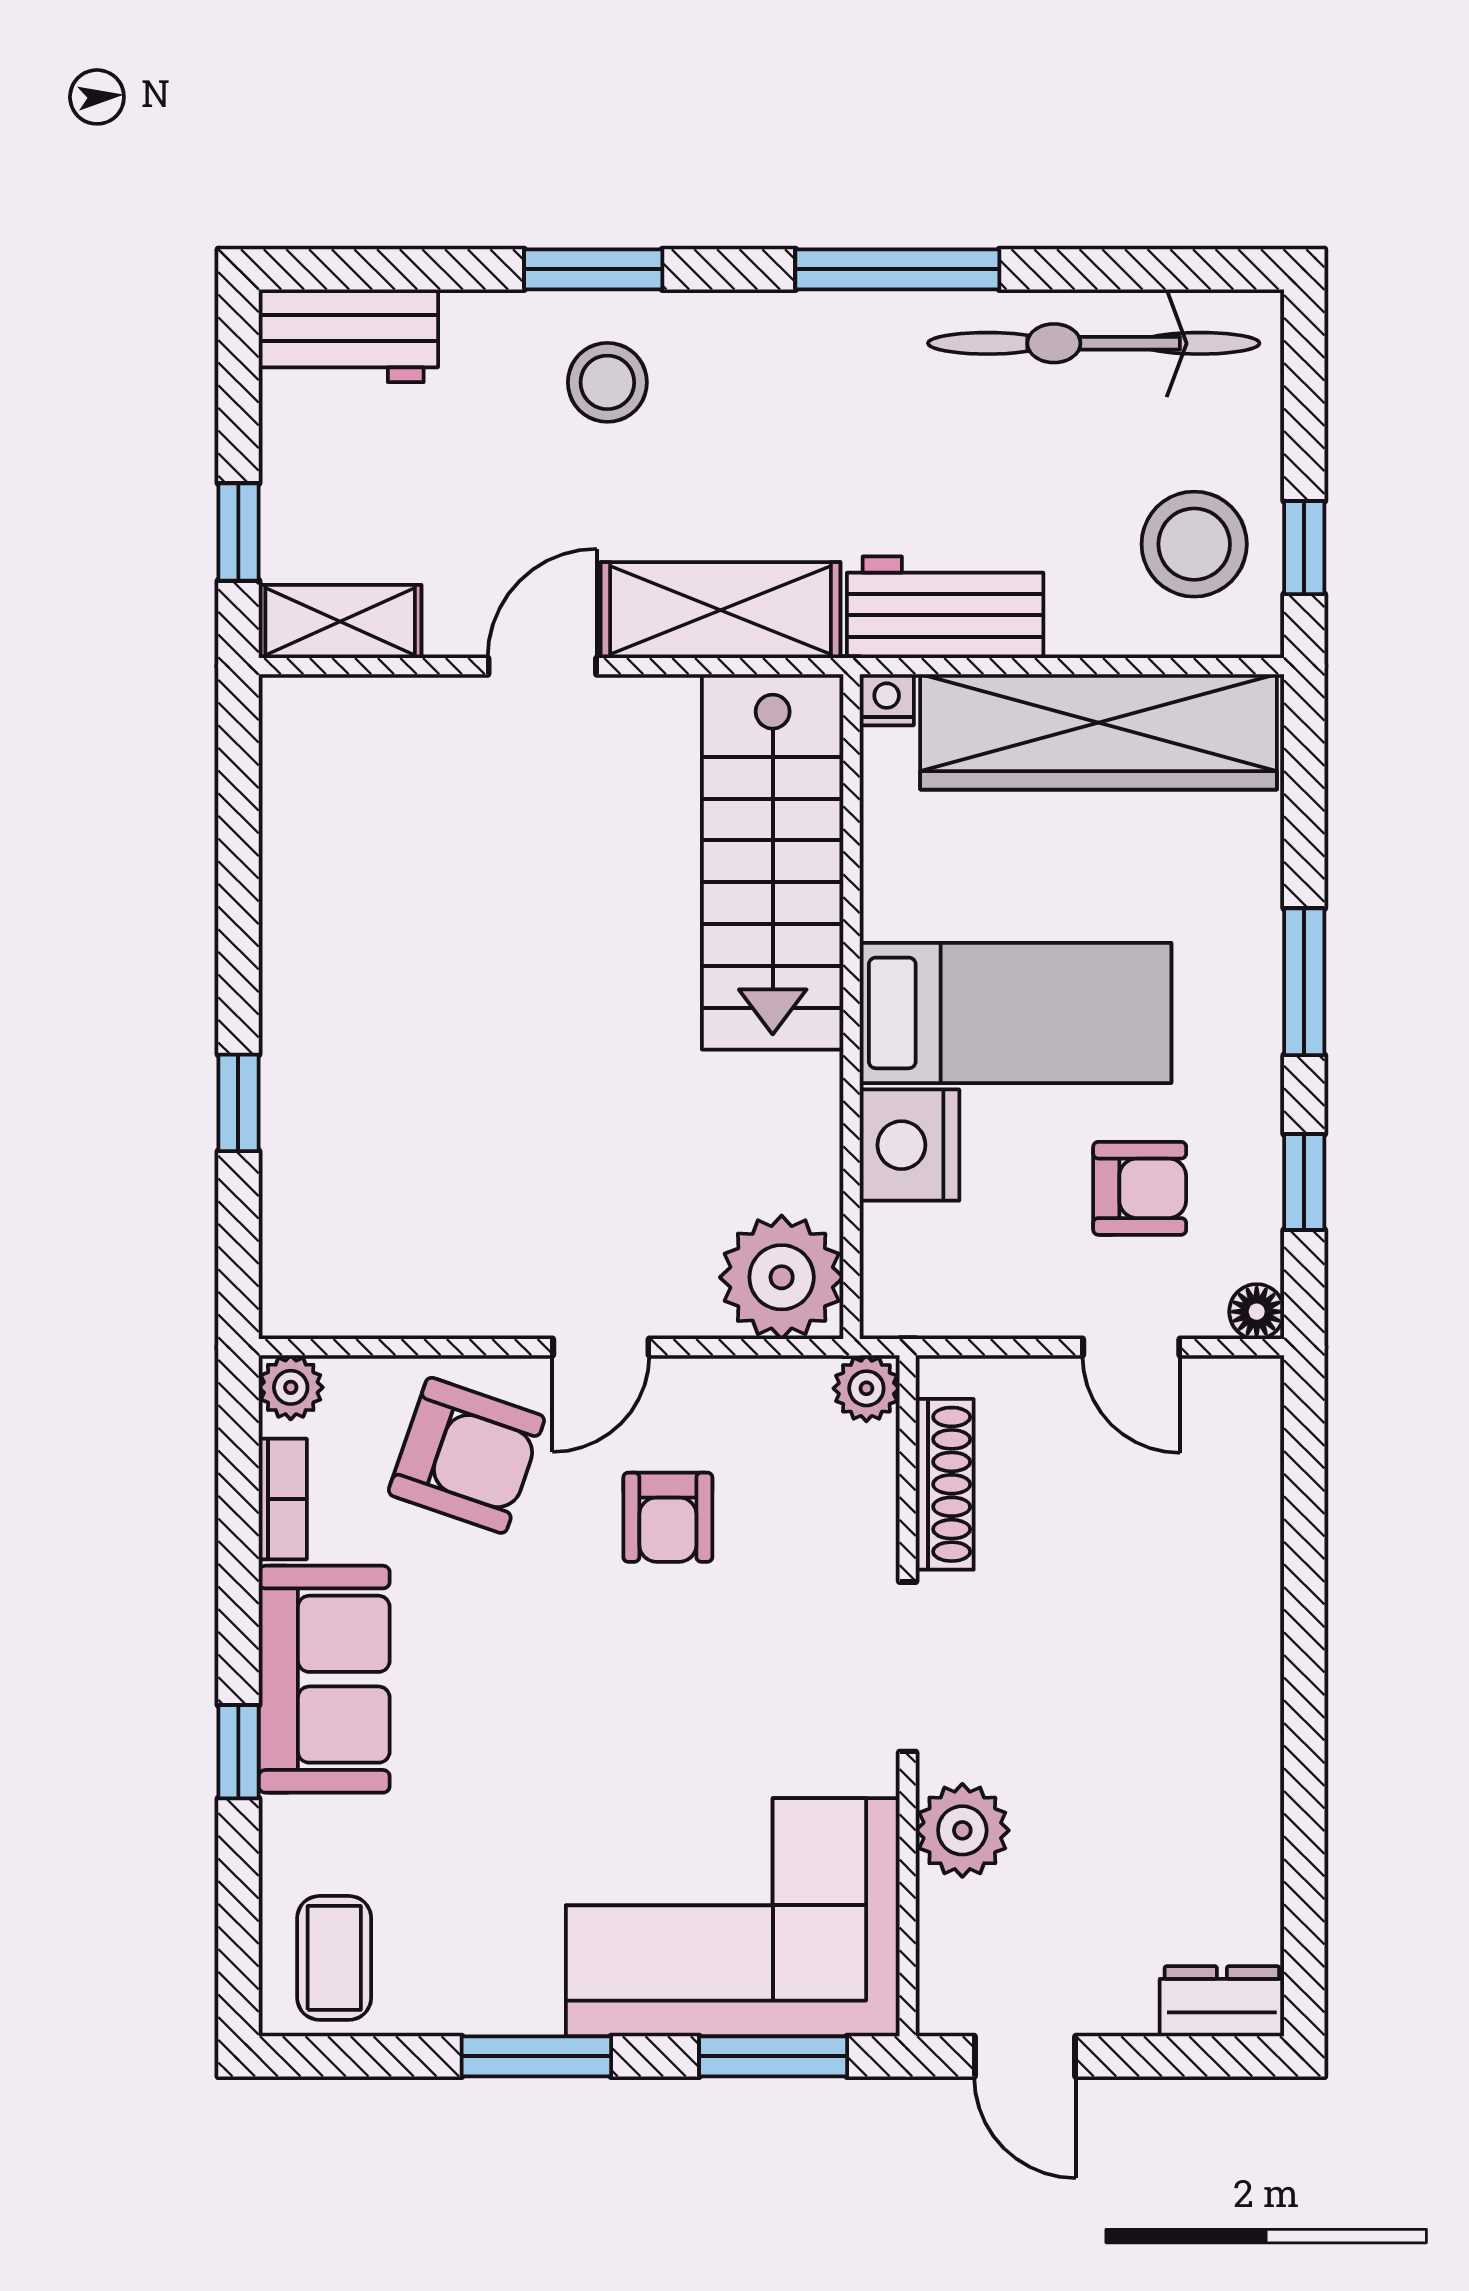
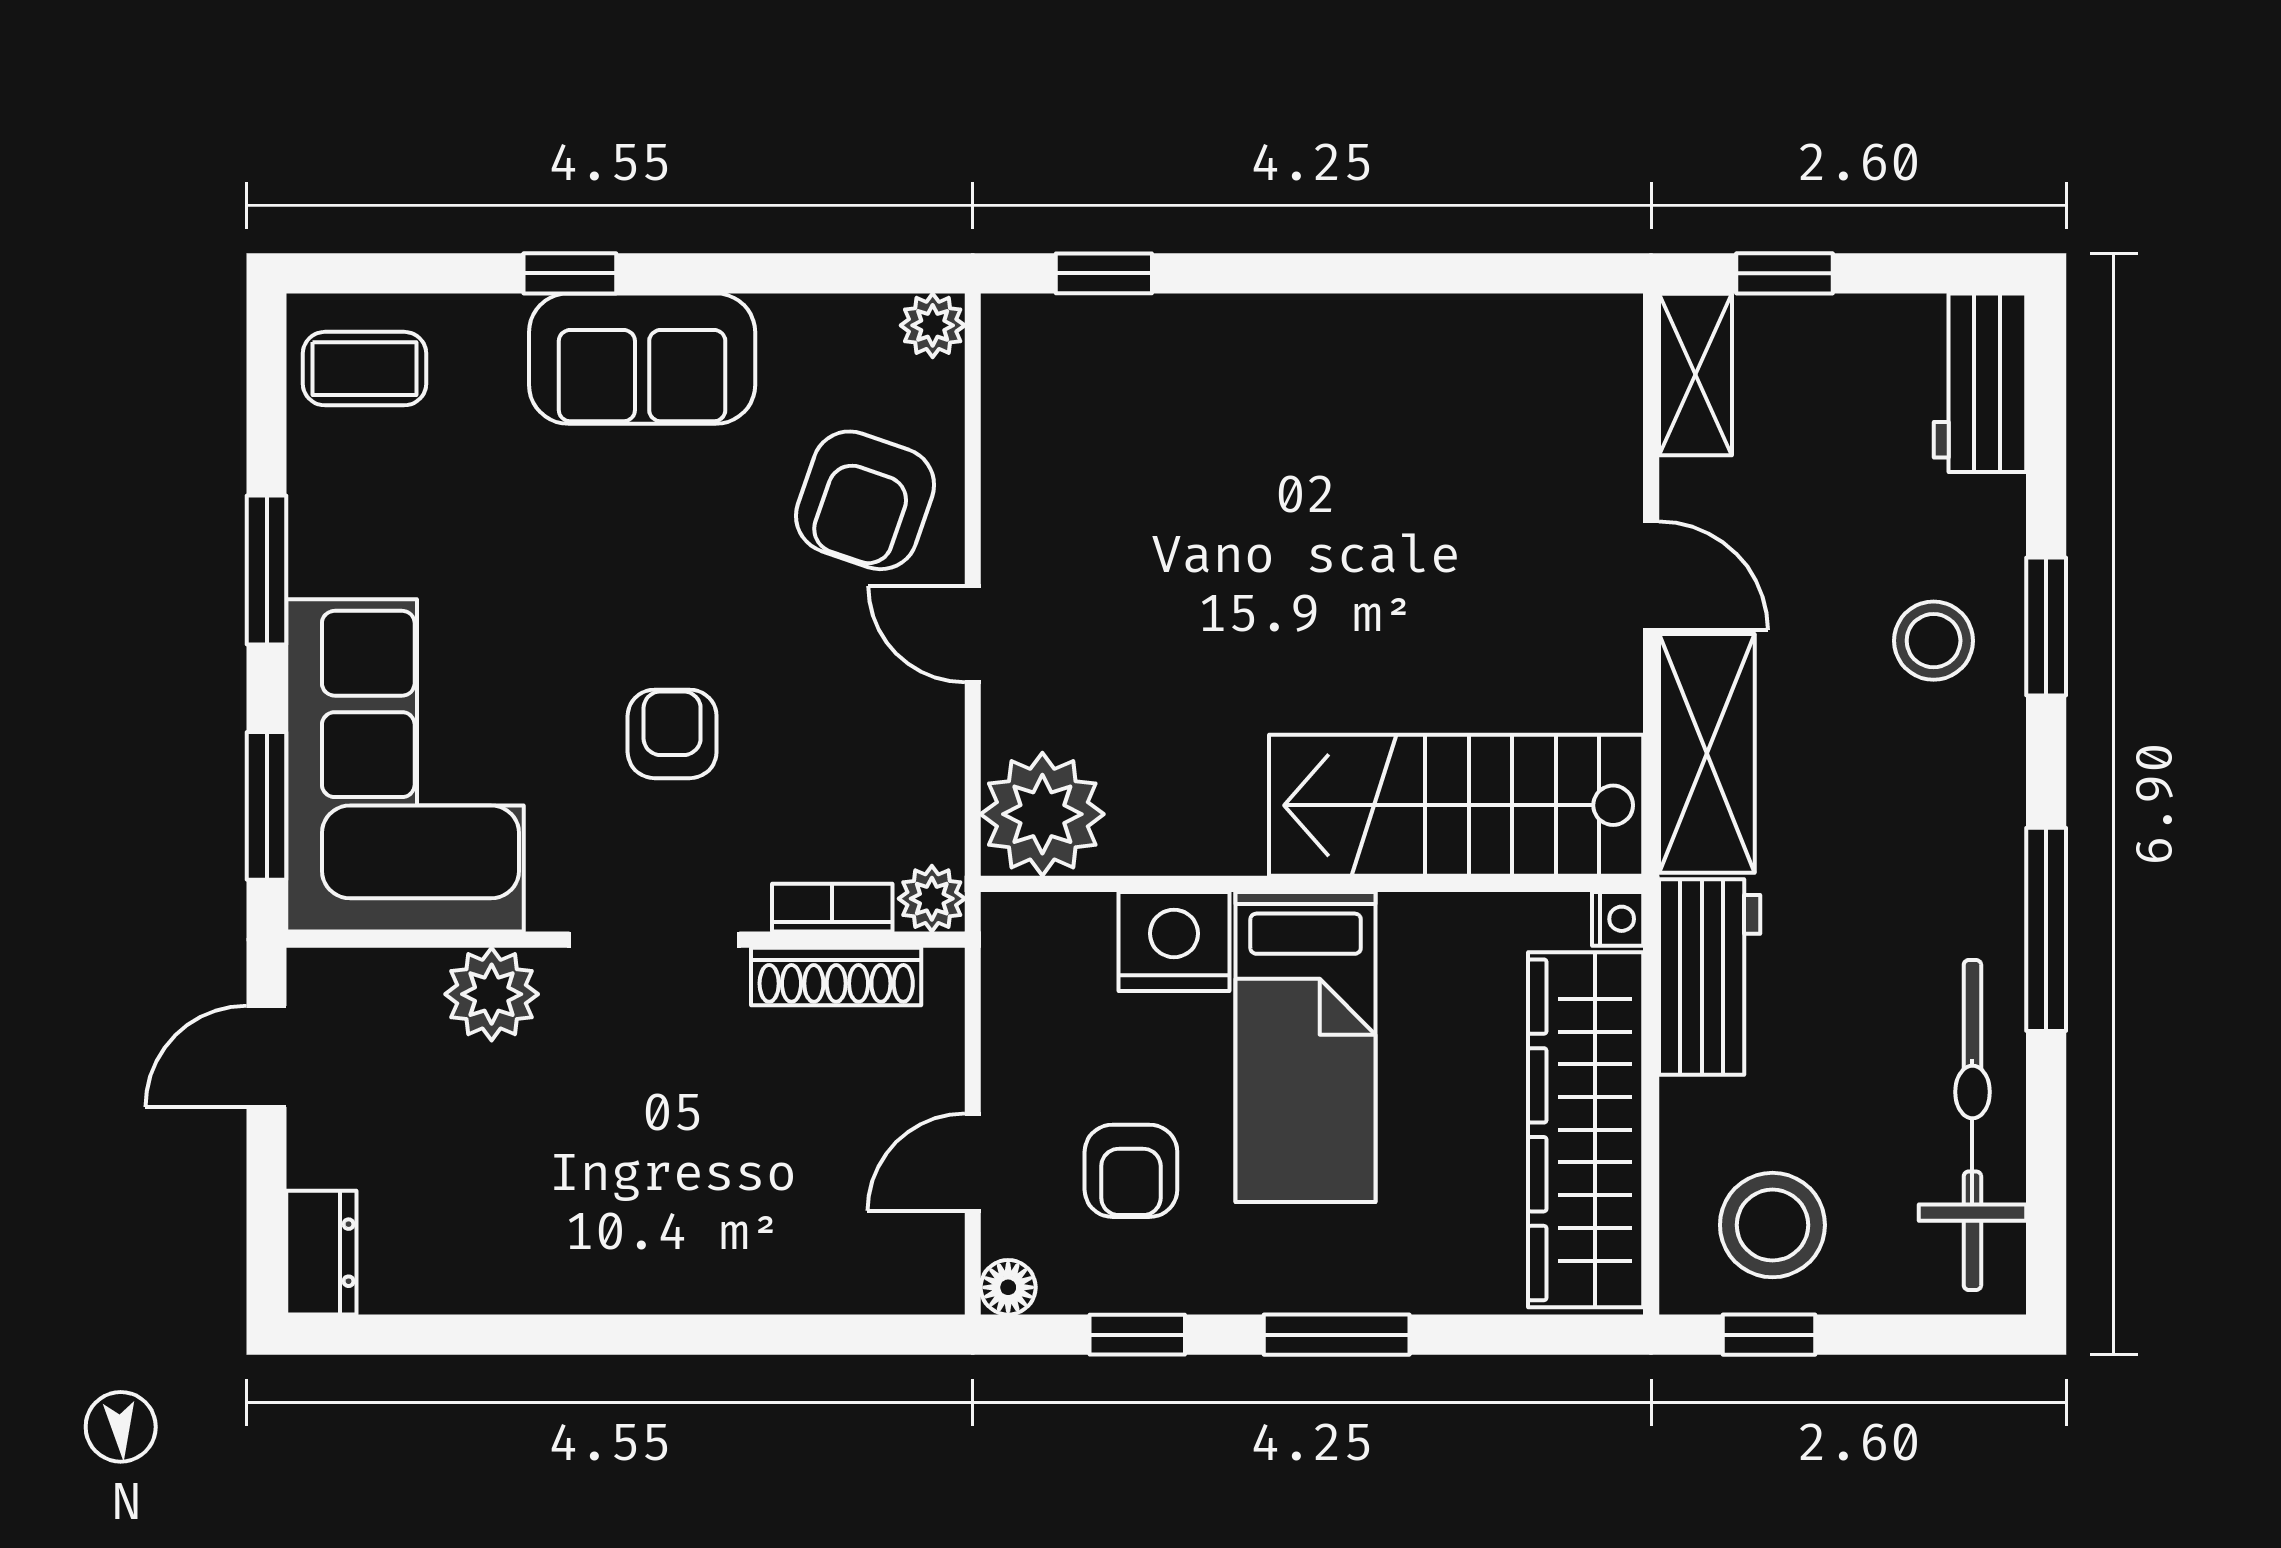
window: (238, 1103) -> (1104, 273), moved
bookcase: (283, 1499) -> (832, 908), moved, turned 180
armchair: (668, 1517) -> (672, 734), moved, turned 90

